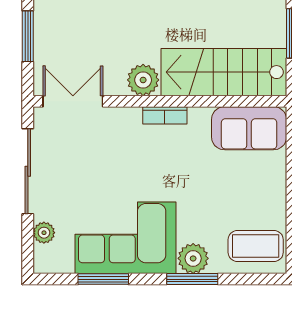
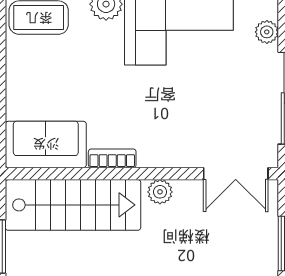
plant: (143, 80) -> (160, 192), width x0.73, depth x0.73
bookcase: (165, 115) -> (112, 158), moved

